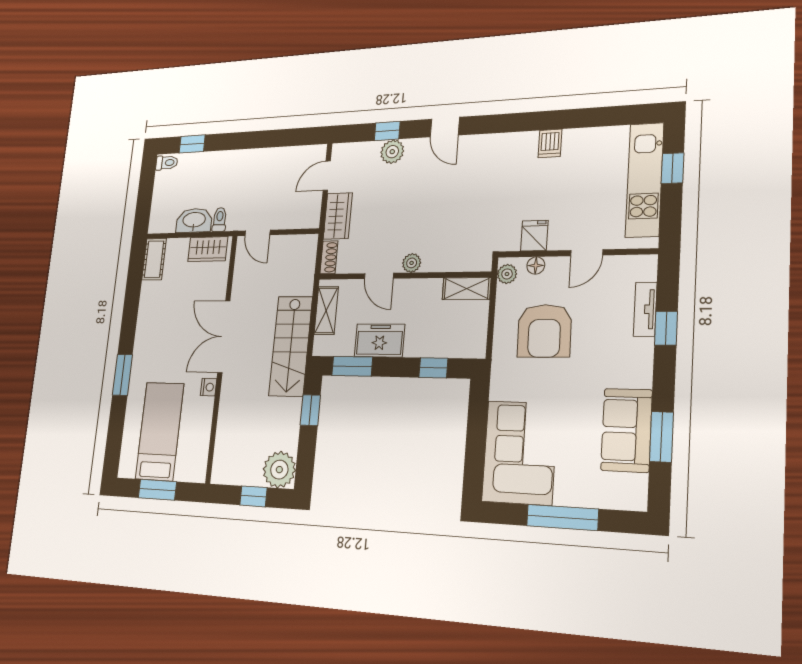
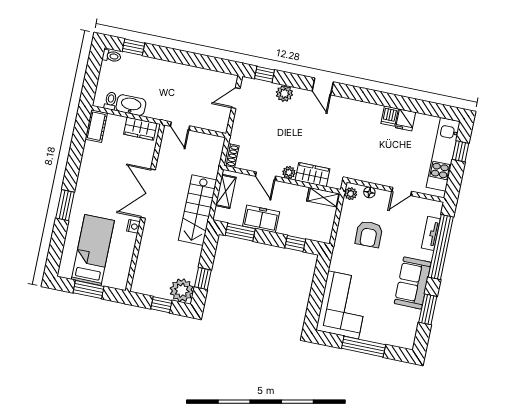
window: (387, 131) -> (264, 74), moved
wardrobe: (338, 216) -> (313, 175), moved, turned -90
toilet: (220, 219) -> (111, 101), moved
fridge: (534, 236) -> (406, 120), moved, turned 180
window: (666, 328) -> (441, 247), width x3.17
armchair: (544, 331) -> (369, 234), width x0.73, depth x0.73
window: (310, 410) -> (203, 279), moved
sofa: (627, 430) -> (413, 283), moved

